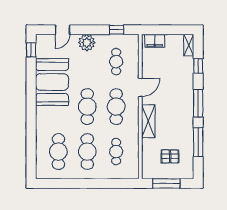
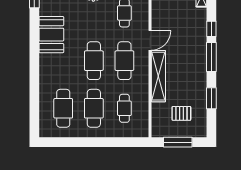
window: (198, 66) -> (211, 29), moved
booth: (52, 82) -> (51, 35), width x0.73, depth x0.70
shelving: (148, 121) -> (158, 76), width x1.47
window: (198, 142) -> (211, 98), width x0.69

